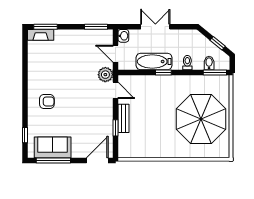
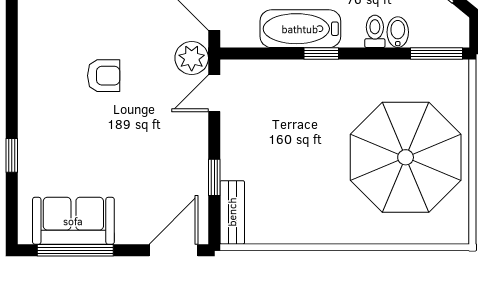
bidet: (209, 63) -> (398, 32), moved
door: (115, 90) -> (214, 93), swing flipped
armchair: (47, 101) -> (104, 76), moved
bench: (124, 118) -> (232, 212), moved
window: (25, 135) -> (12, 155), moved

